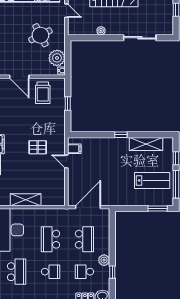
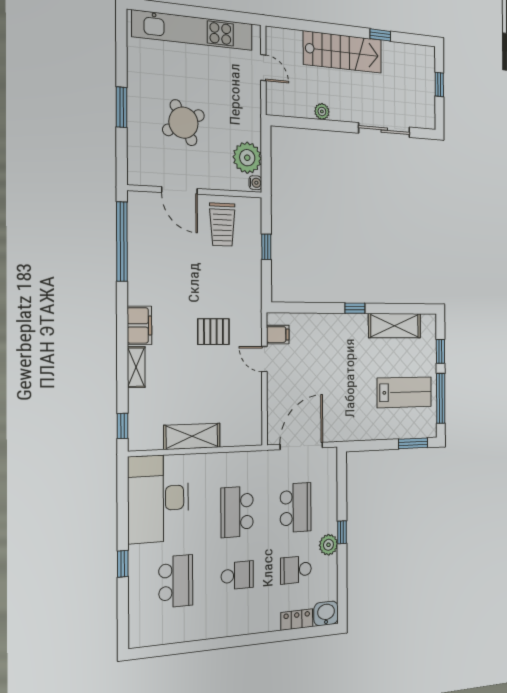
round table: (40, 35) -> (184, 123), moved
window: (112, 272) -> (342, 532), moved

